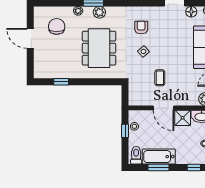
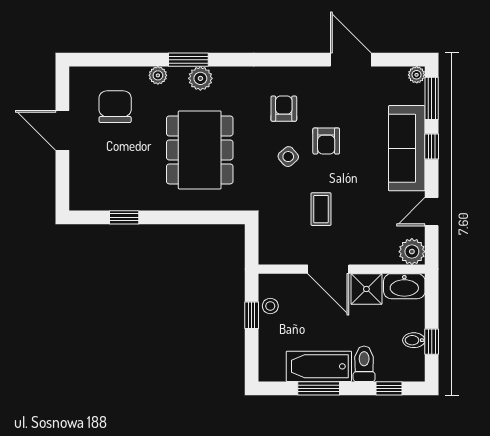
floor lamp: (191, 12) -> (384, 77), removed
armchair: (162, 44) -> (326, 141), added
toilet: (136, 155) -> (364, 364), moved

